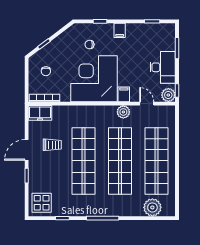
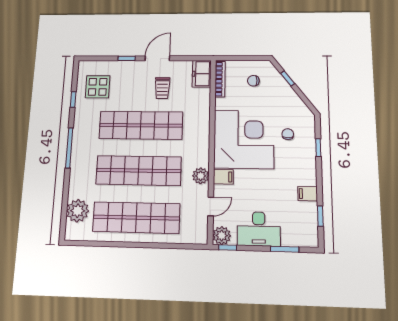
filing cabinet: (120, 30) -> (308, 194), moved
door: (27, 150) -> (157, 58), hinge flipped
display table: (42, 203) -> (98, 87), moved

